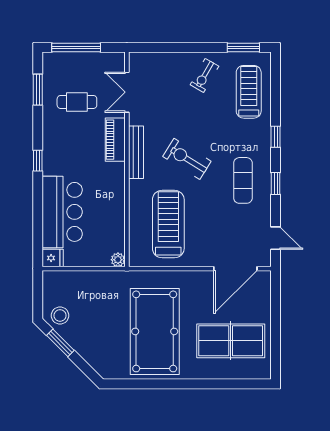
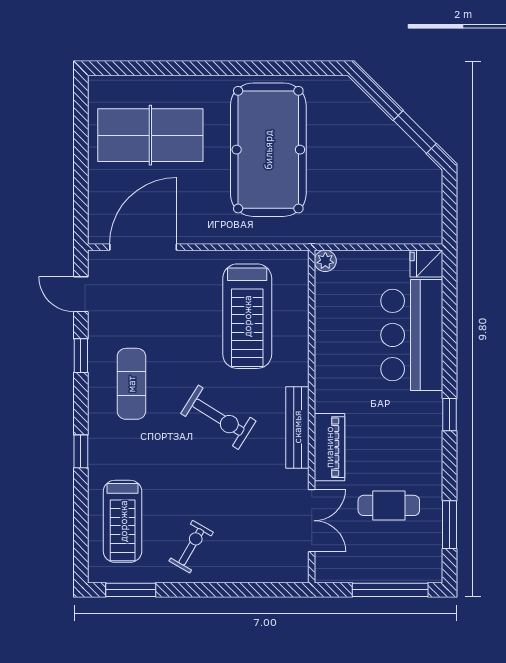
window: (276, 183) -> (81, 356), moved
stool: (60, 315) -> (415, 174), removed

